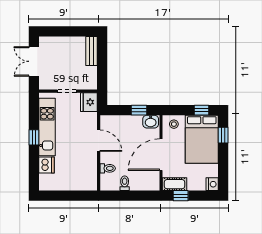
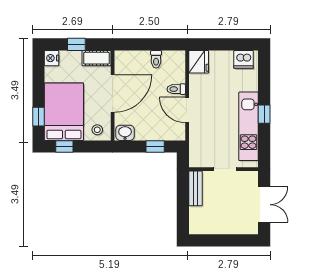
bench: (92, 51) -> (195, 188), moved
fridge: (89, 102) -> (199, 62), moved
window: (139, 110) -> (155, 147), moved
dishwasher: (47, 165) -> (244, 59), moved, turned -90
toilet: (108, 168) -> (176, 89), moved
window: (181, 196) -> (76, 44), moved

